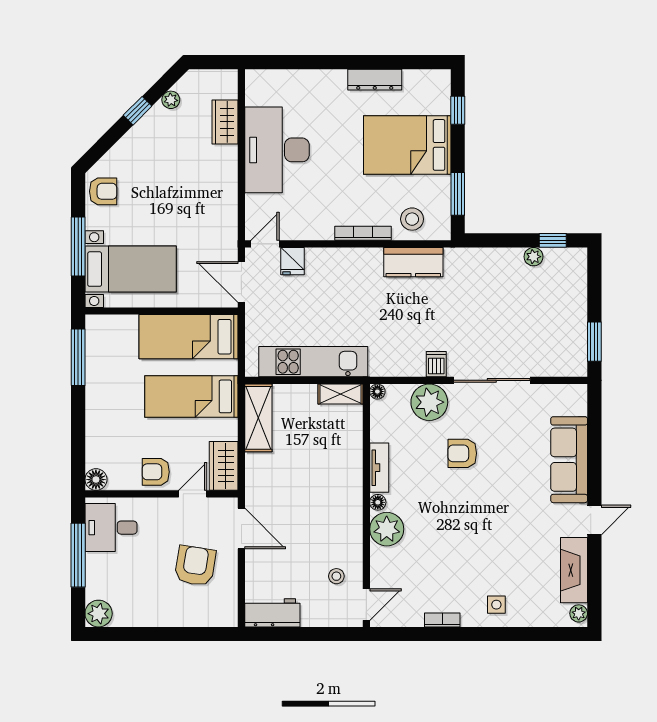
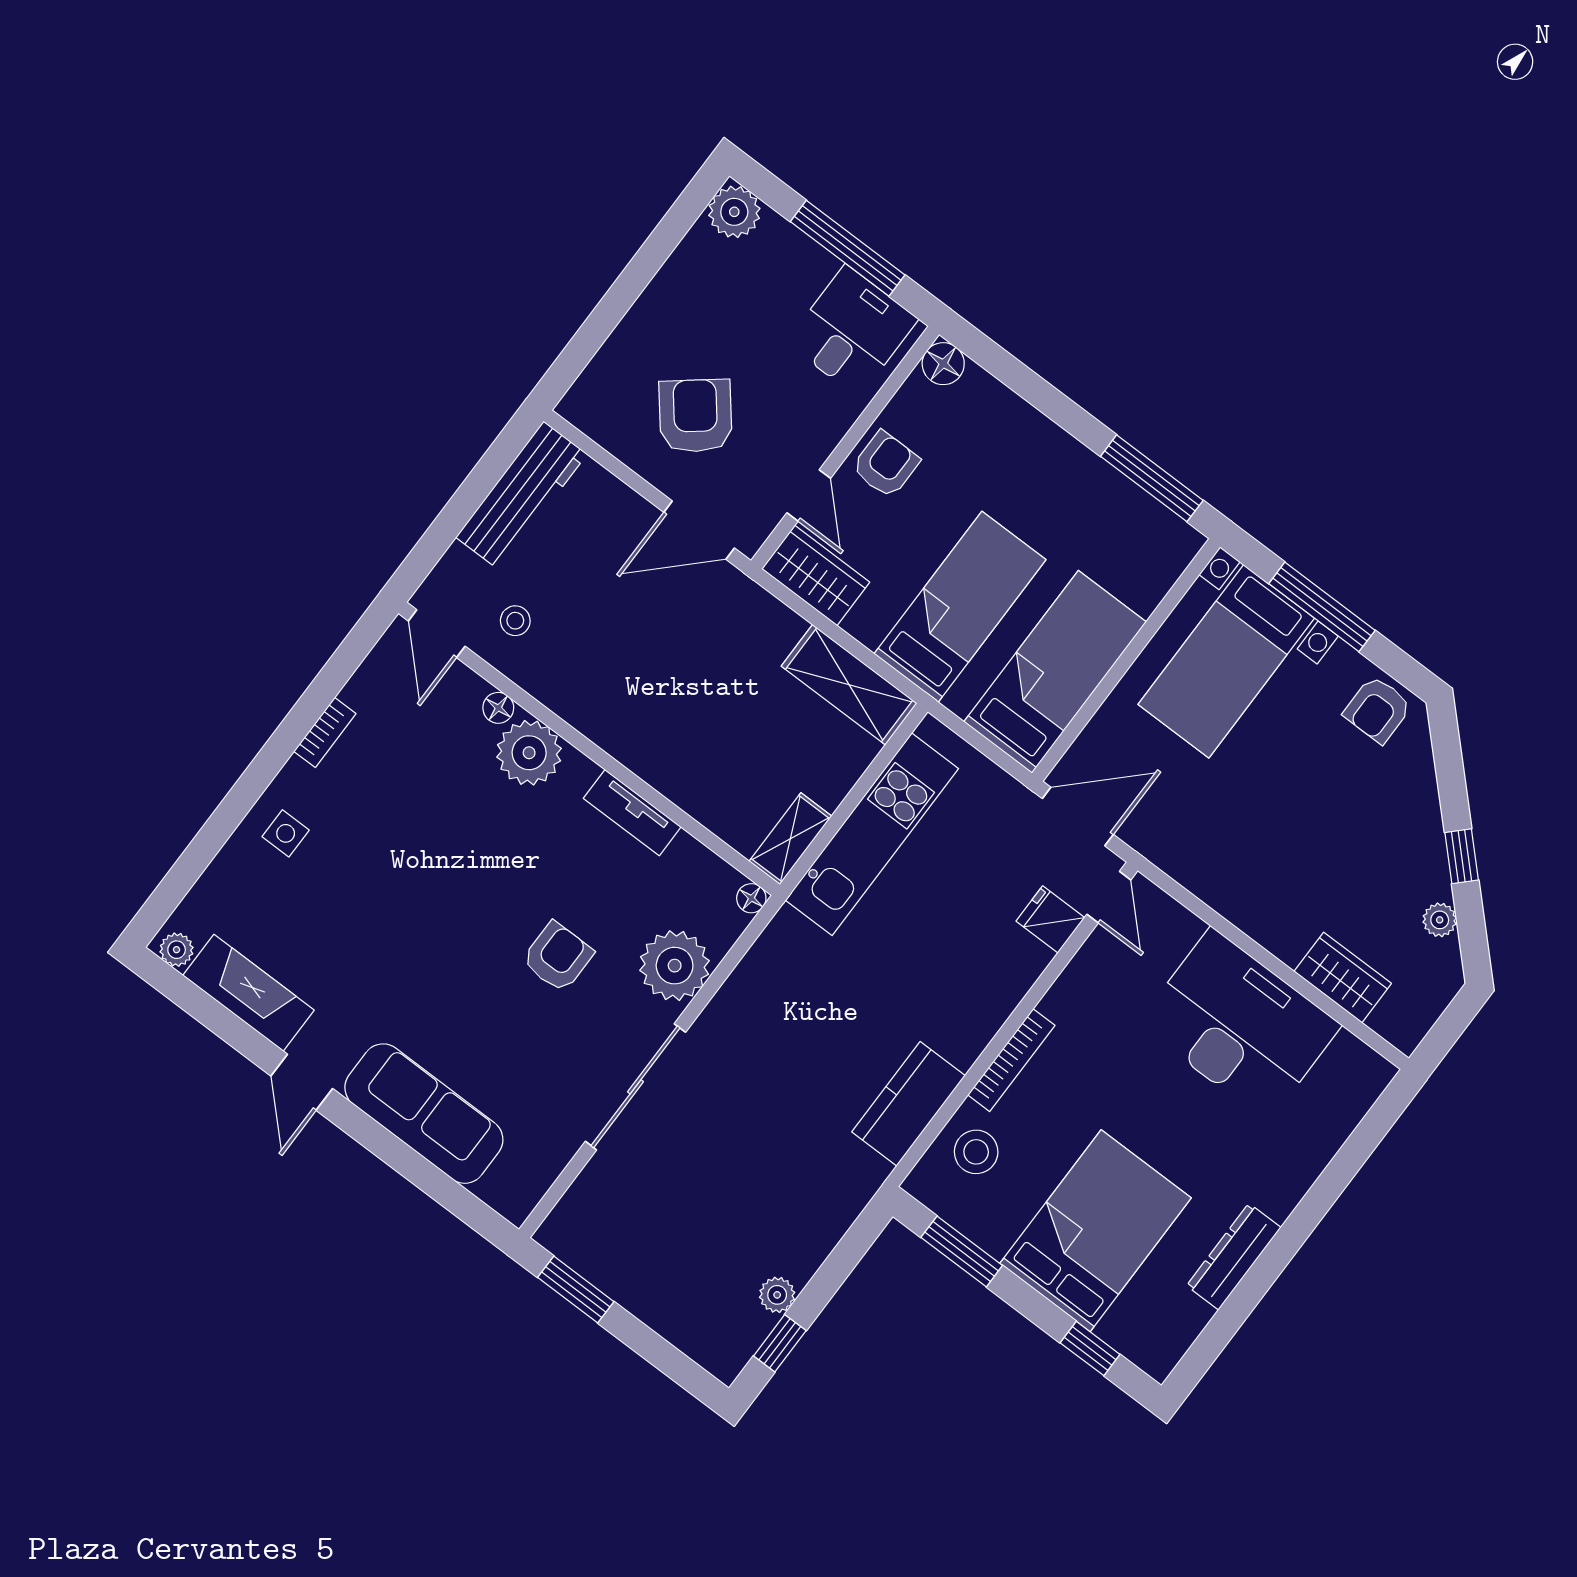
dishwasher: (436, 364) -> (725, 1020), removed
floor lamp: (378, 502) -> (498, 708), moved
armchair: (195, 566) -> (695, 416), turned -138
workbench: (272, 613) -> (521, 496), width x1.38

